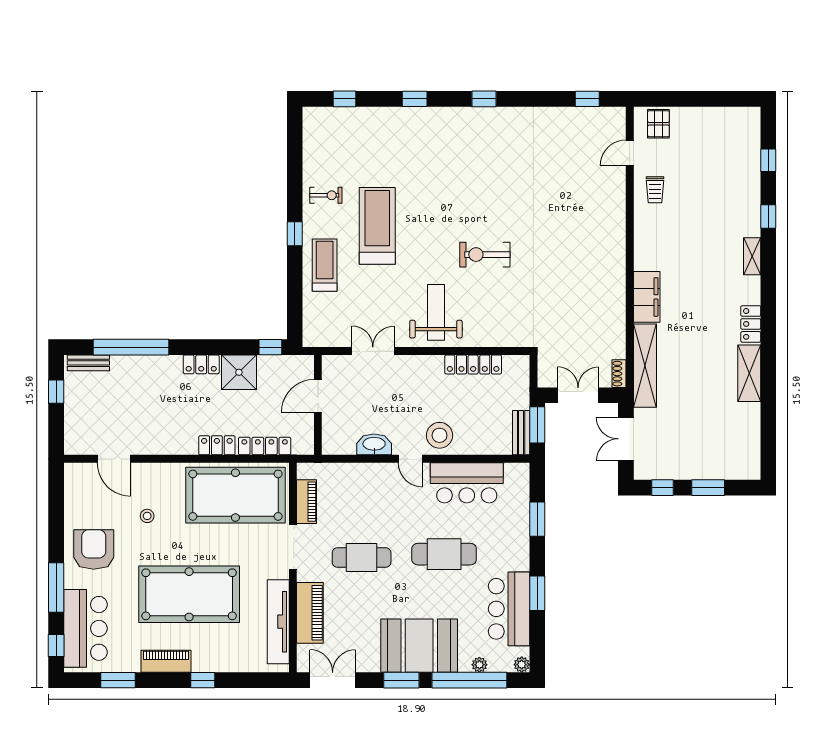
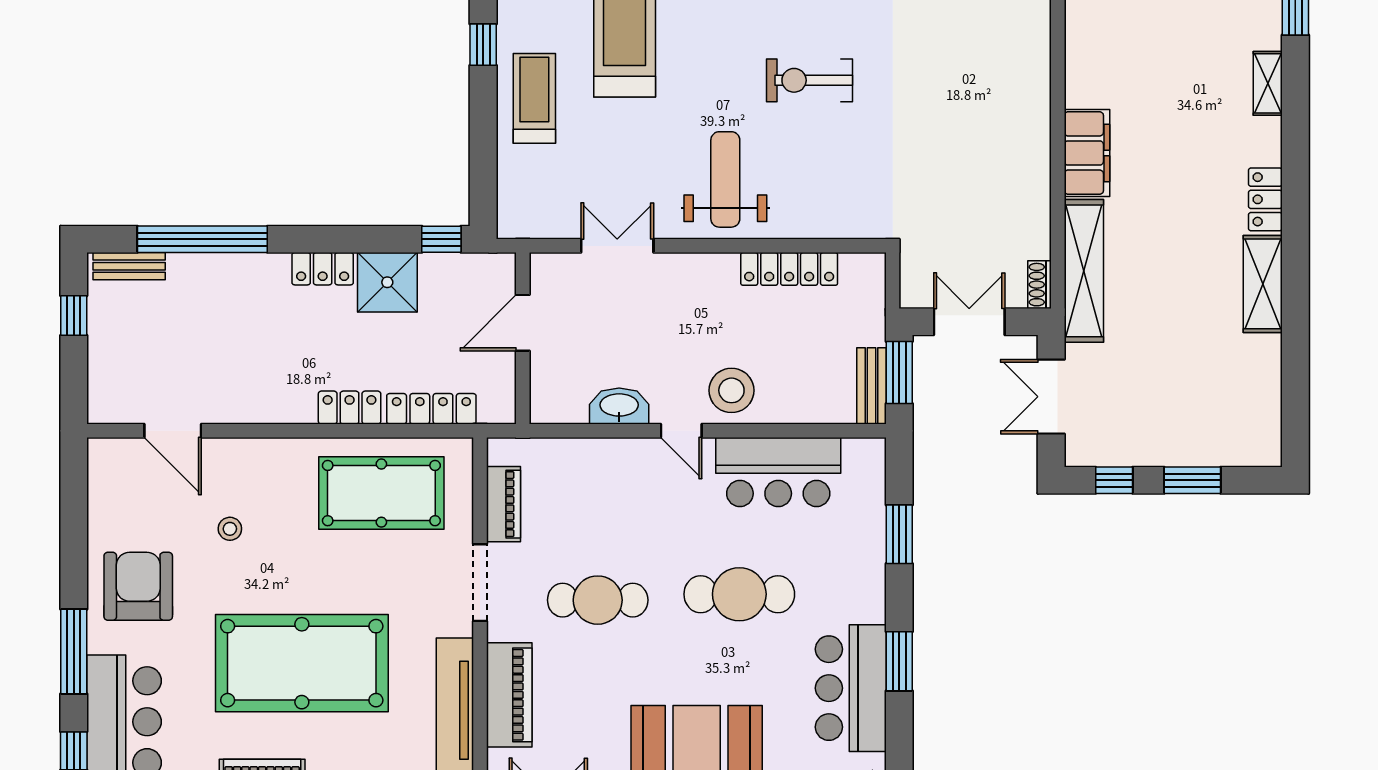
pool table: (235, 495) -> (381, 493), width x0.73, depth x0.76

